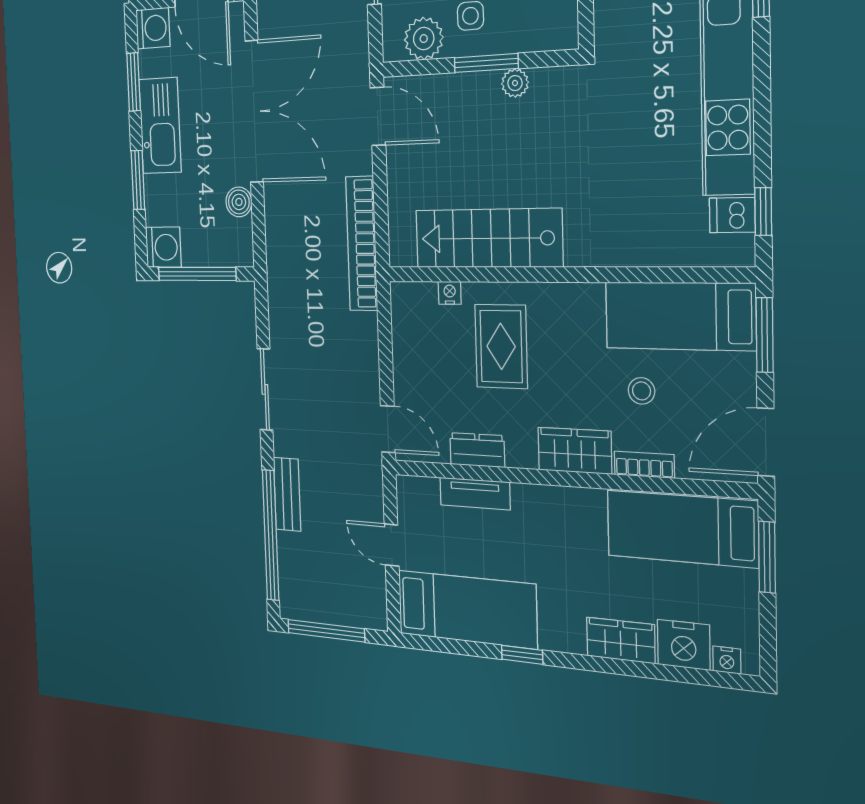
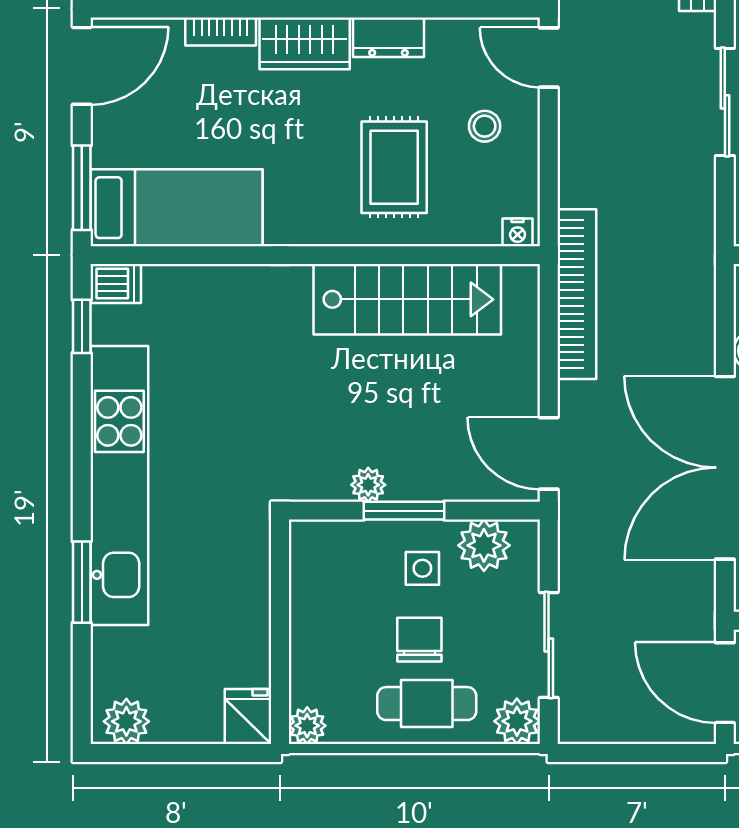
dishwasher: (732, 215) -> (116, 284), moved
nightstand: (450, 293) -> (518, 232), moved
stool: (641, 391) -> (485, 126), moved
dresser: (477, 450) -> (388, 37), moved

